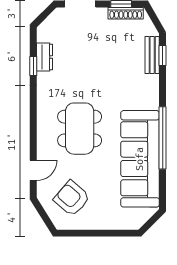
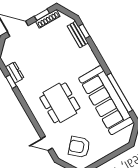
window: (163, 138) -> (120, 93), moved
door: (33, 170) -> (47, 143), swing flipped

